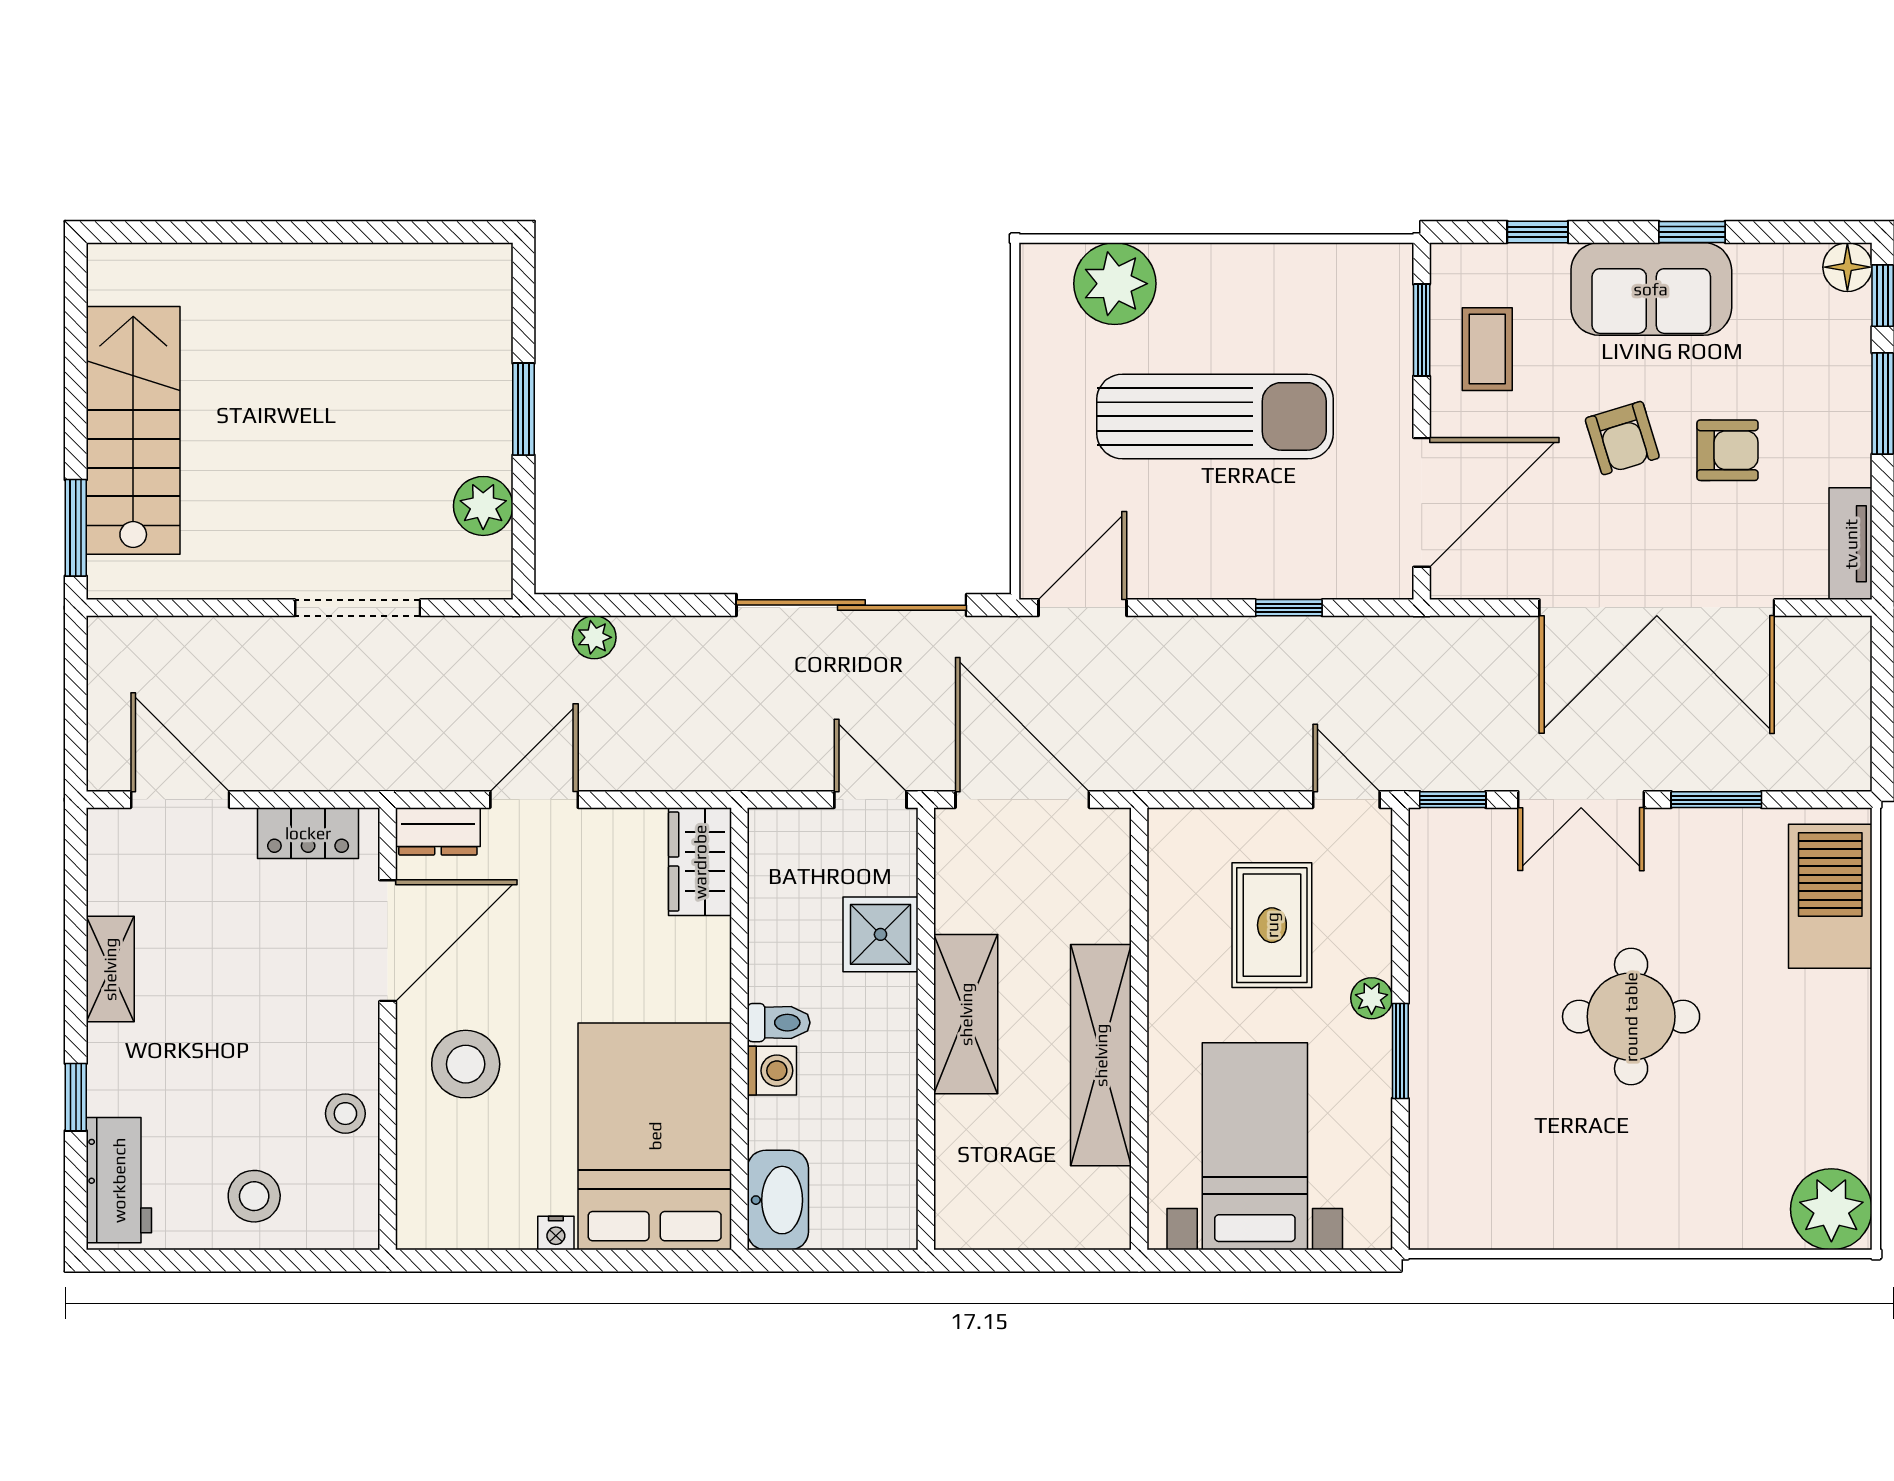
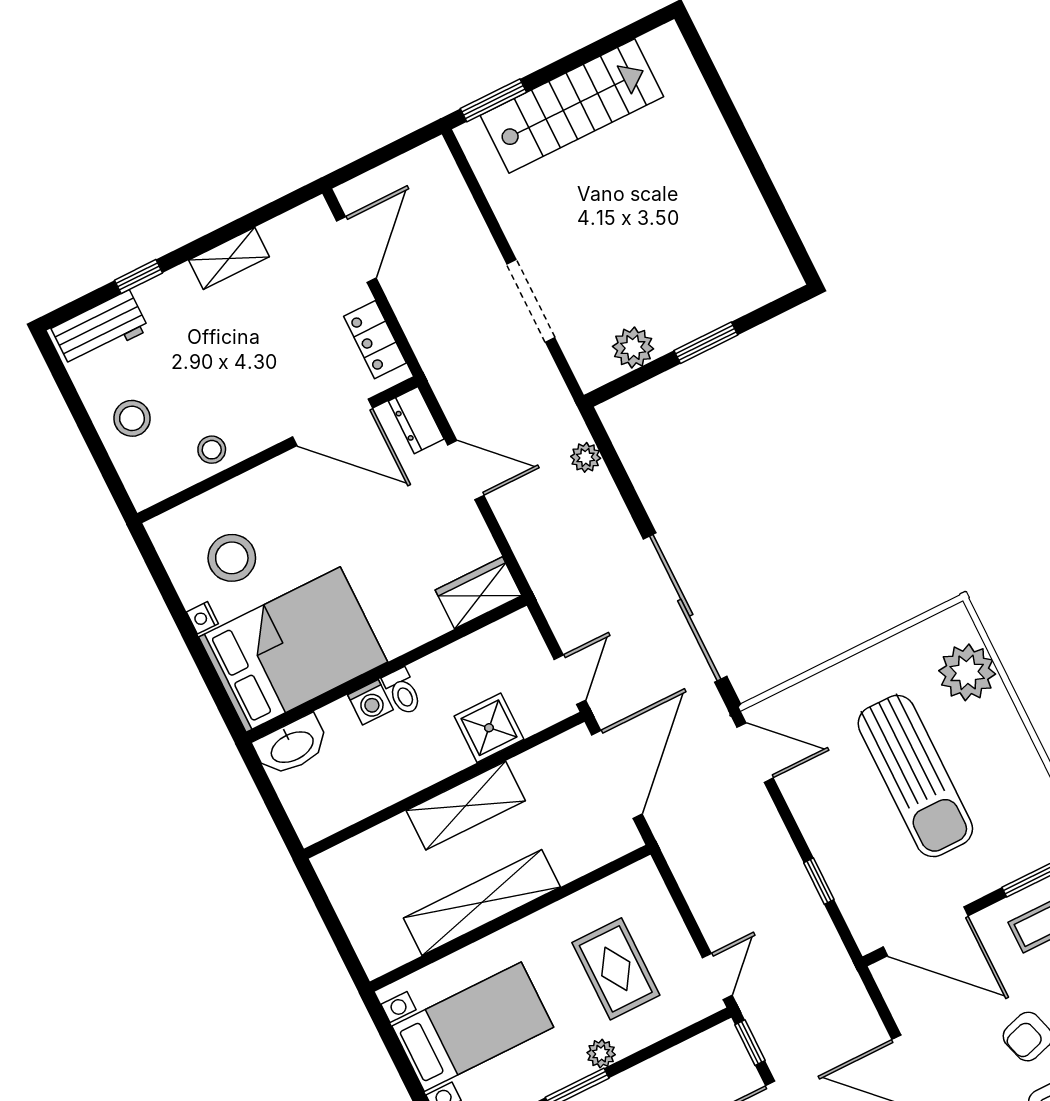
rug: (1272, 925) -> (616, 969), turned 90
stool: (466, 1064) -> (232, 558), moved

